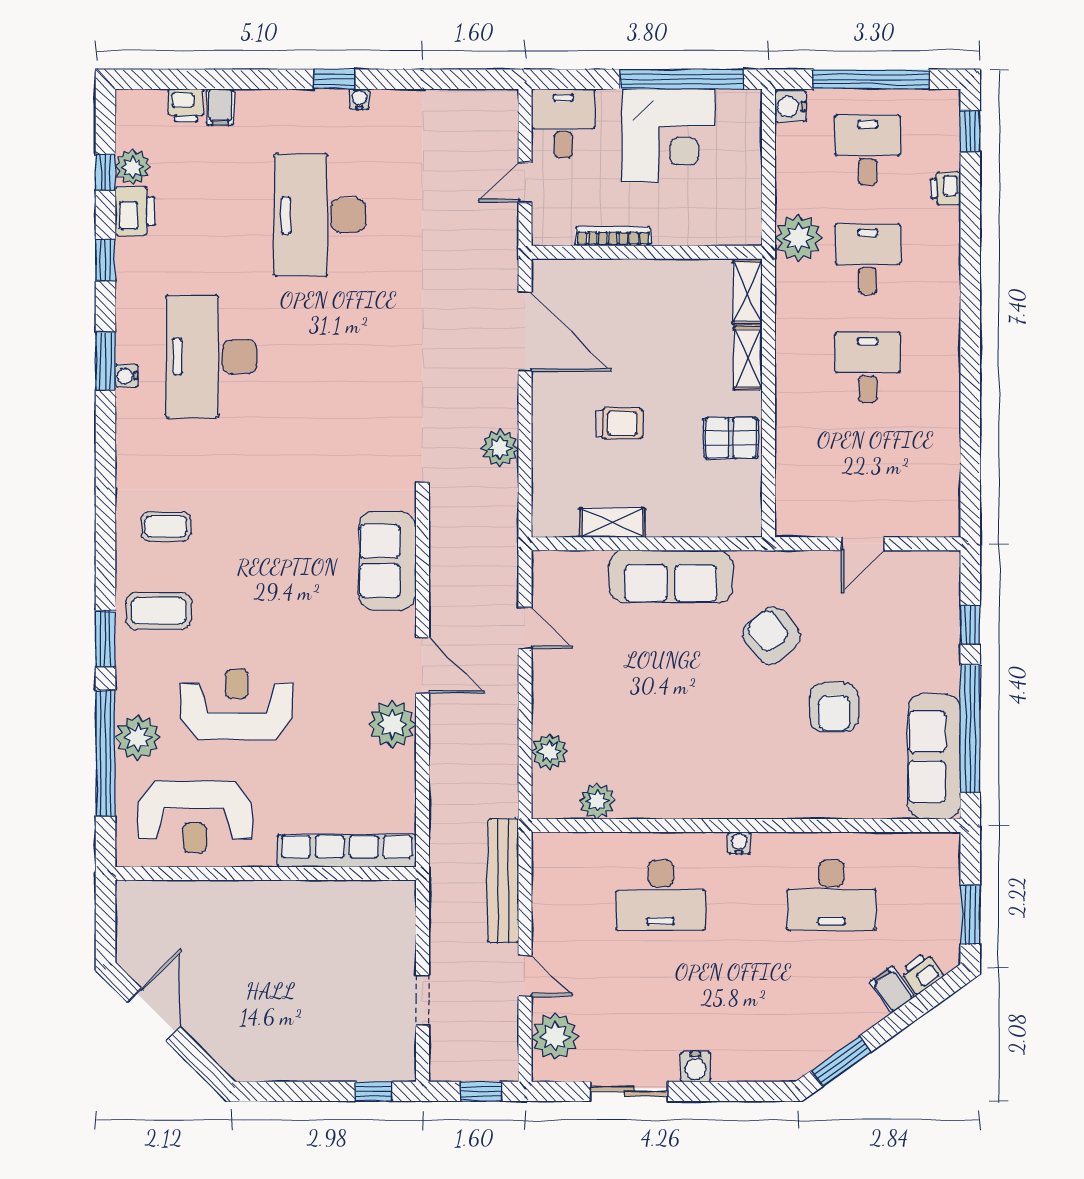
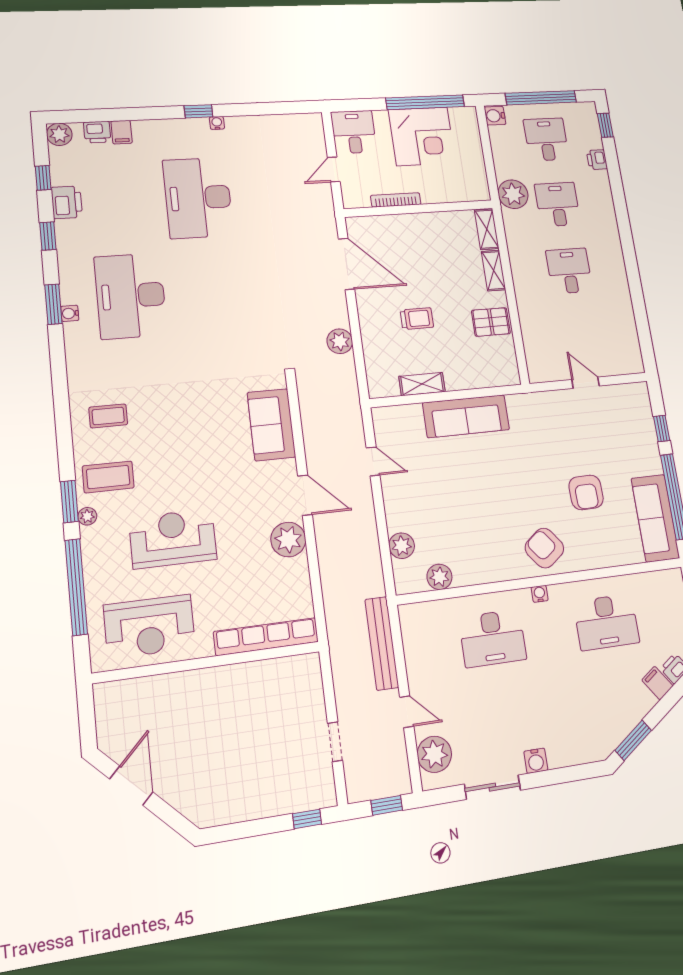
plant: (133, 167) -> (59, 134), moved
door: (863, 544) -> (586, 383), swing flipped
armchair: (772, 636) -> (544, 548), moved
plant: (138, 738) -> (87, 516), moved, width x0.53, depth x0.53

